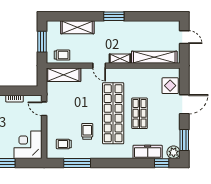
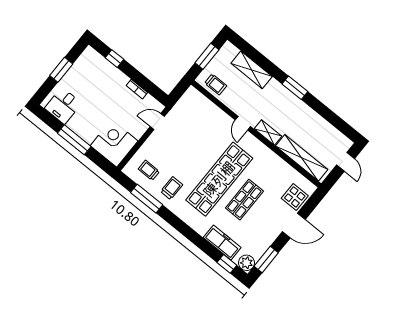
shelving: (63, 75) -> (202, 104), removed
door: (44, 109) -> (157, 122), hinge flipped
trolley: (87, 131) -> (172, 188), moved

